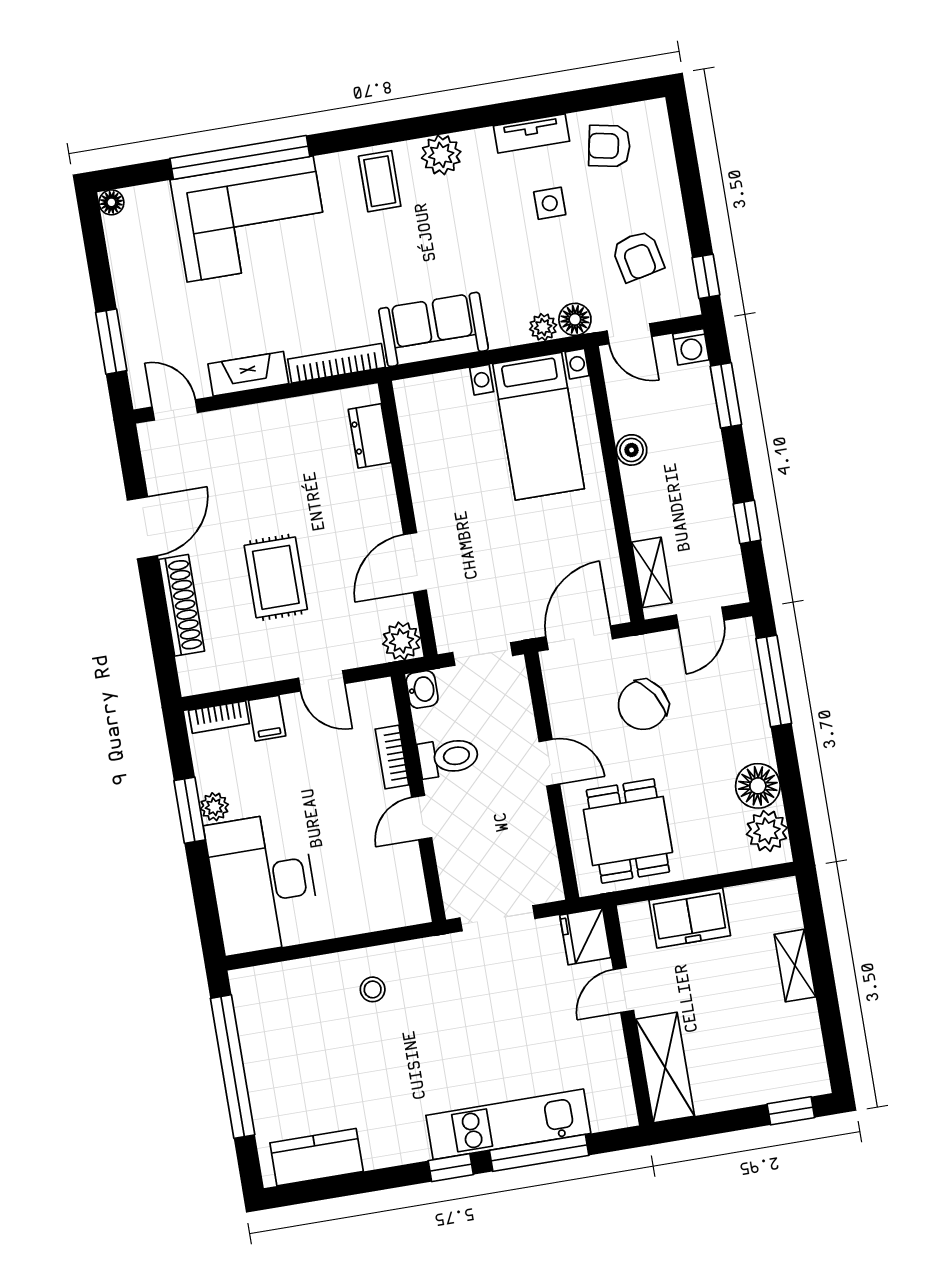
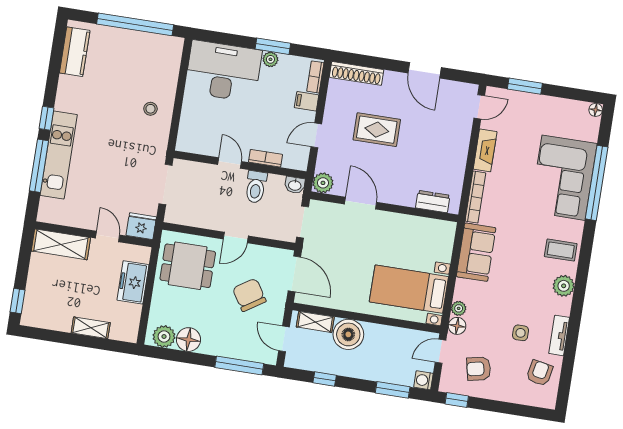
boiler: (632, 450) -> (348, 334), moved, width x1.86, depth x1.86
shoe rack: (182, 605) -> (357, 73), moved

